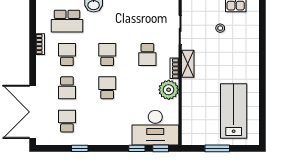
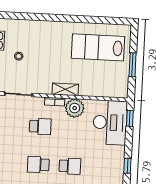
shelving: (188, 64) -> (65, 89), moved
school desk: (107, 88) -> (70, 166), turned 180
window: (137, 148) -> (127, 166), moved

